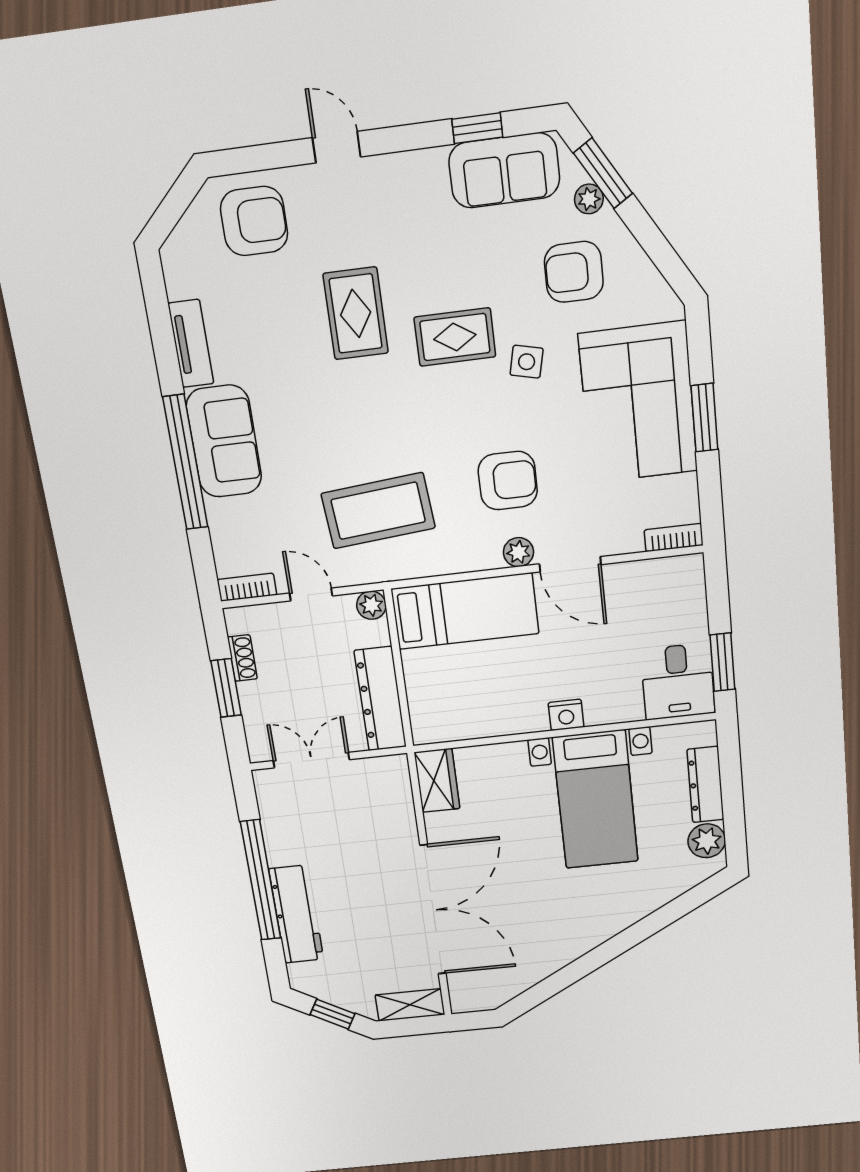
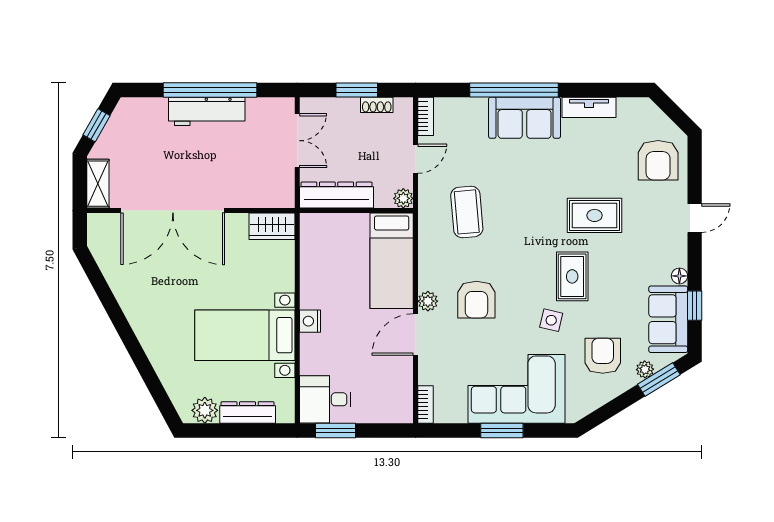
floor lamp: (433, 161) -> (679, 276), added
coffee table: (378, 511) -> (467, 212), width x0.73, depth x0.76
workbench: (296, 914) -> (207, 111), moved

